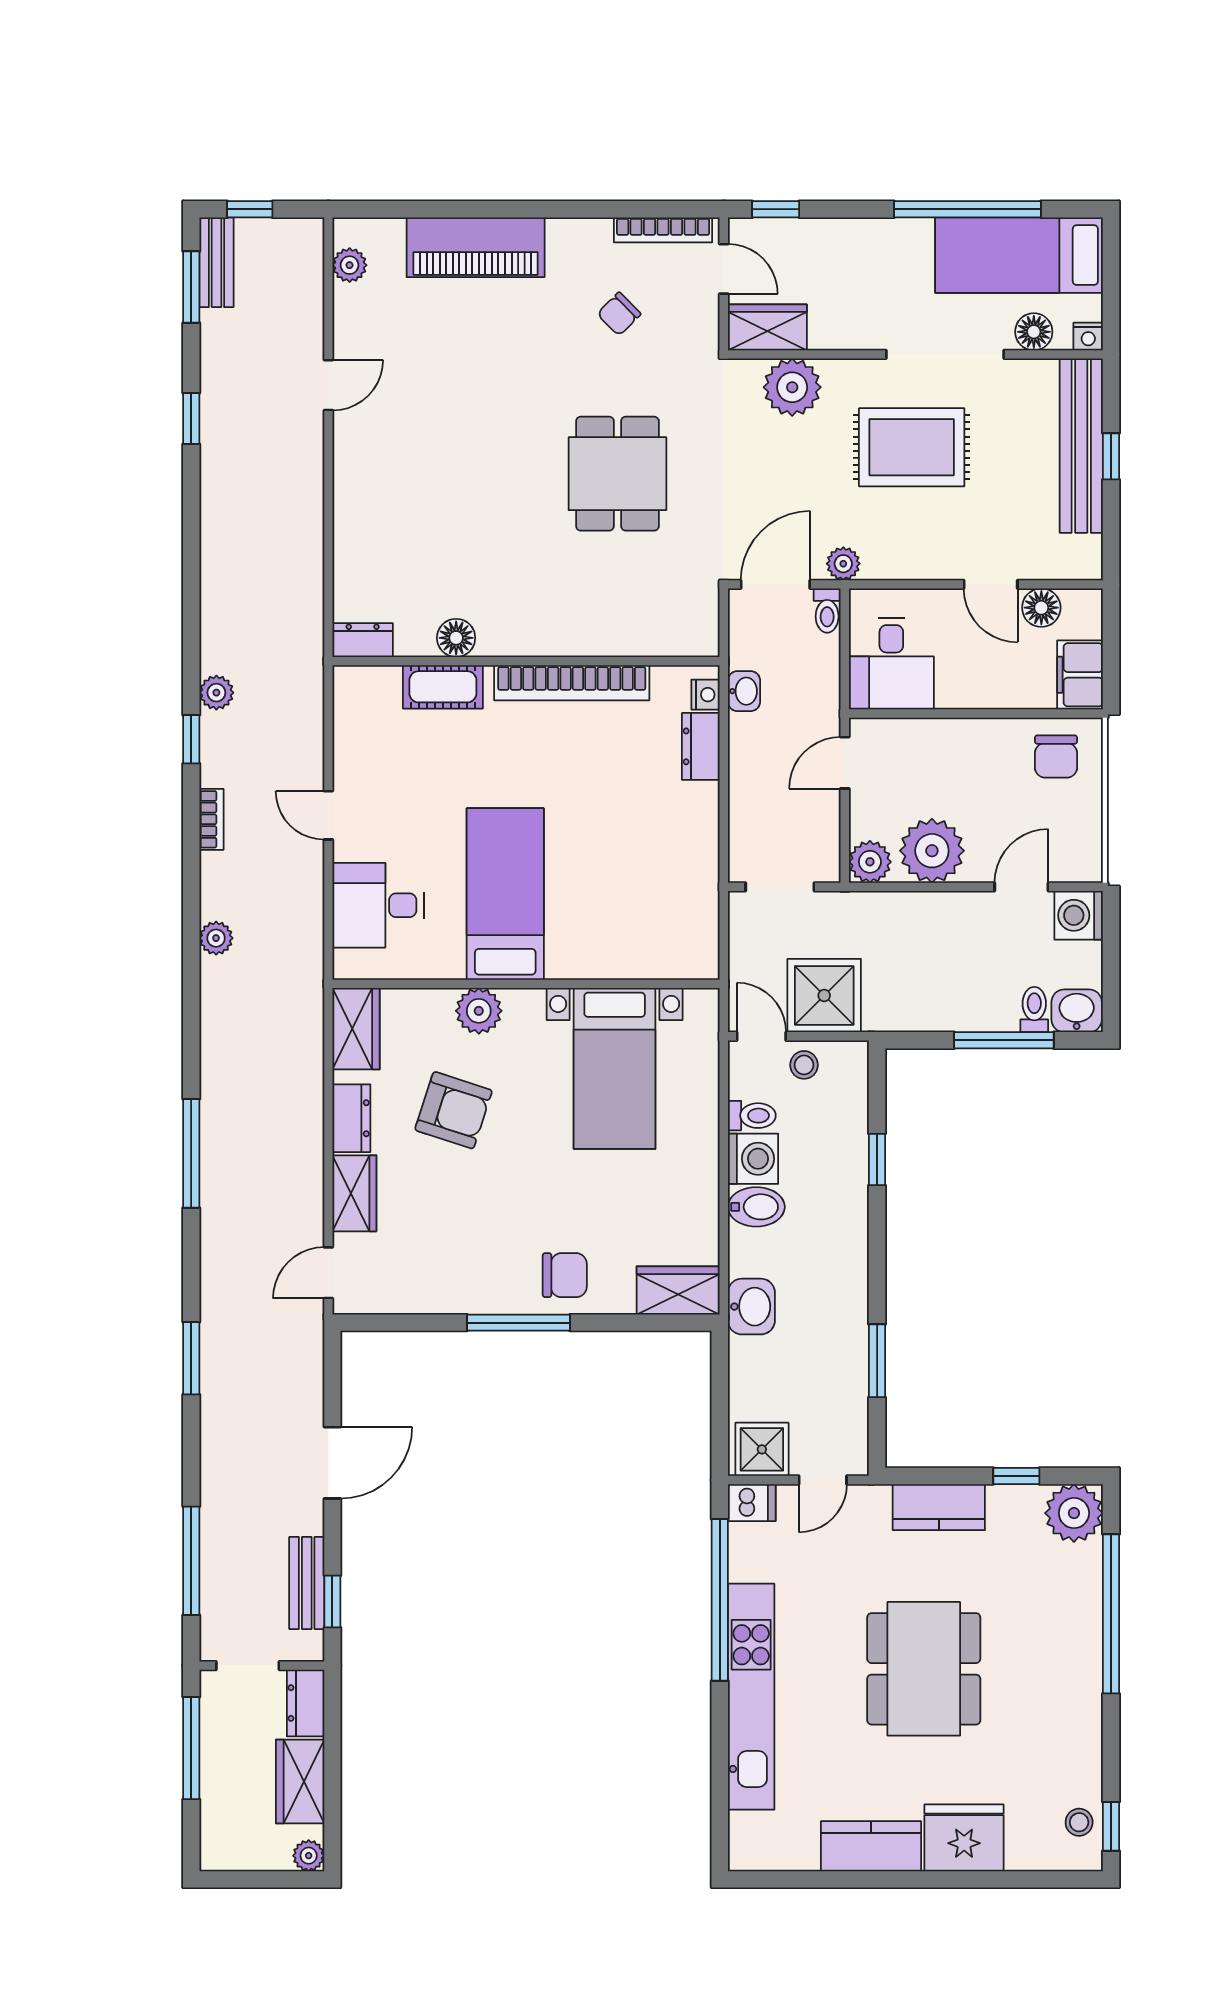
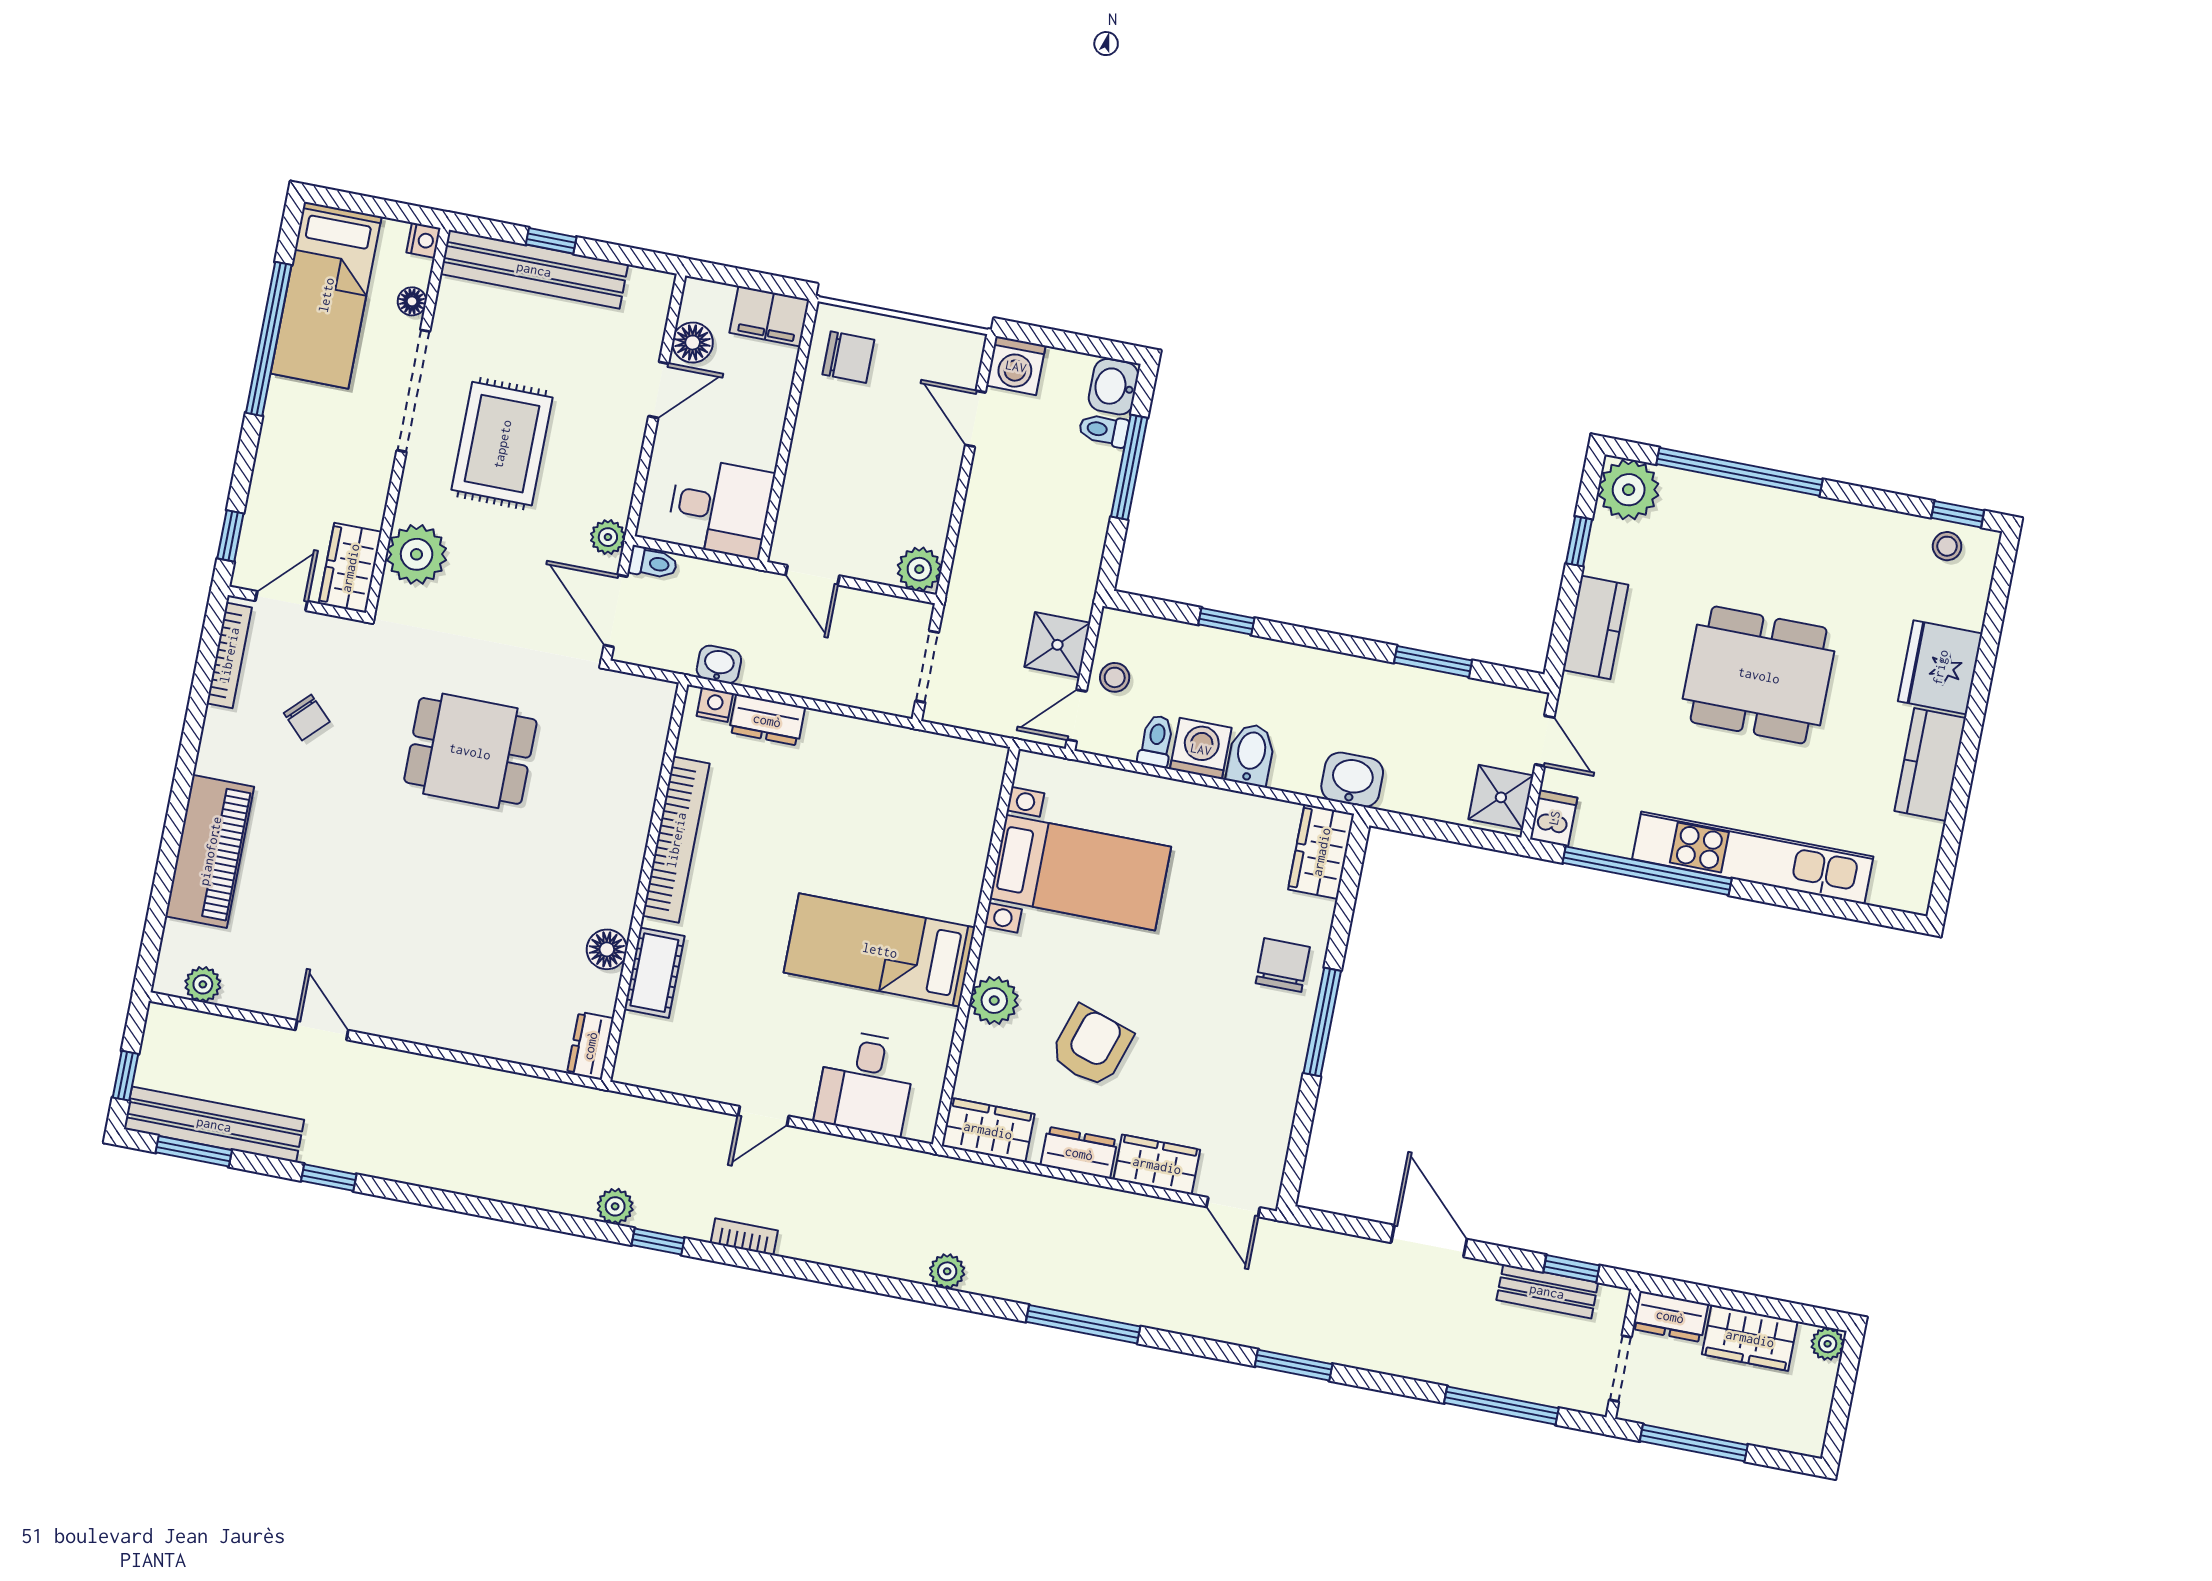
bench: (216, 262) -> (214, 1124), width x1.86, depth x1.21
floor lamp: (1034, 332) -> (412, 301), width x0.73, depth x0.73
plant: (932, 851) -> (920, 503), removed
plant: (216, 938) -> (947, 1271), moved
shower: (824, 995) -> (1057, 645), width x0.73, depth x0.73

